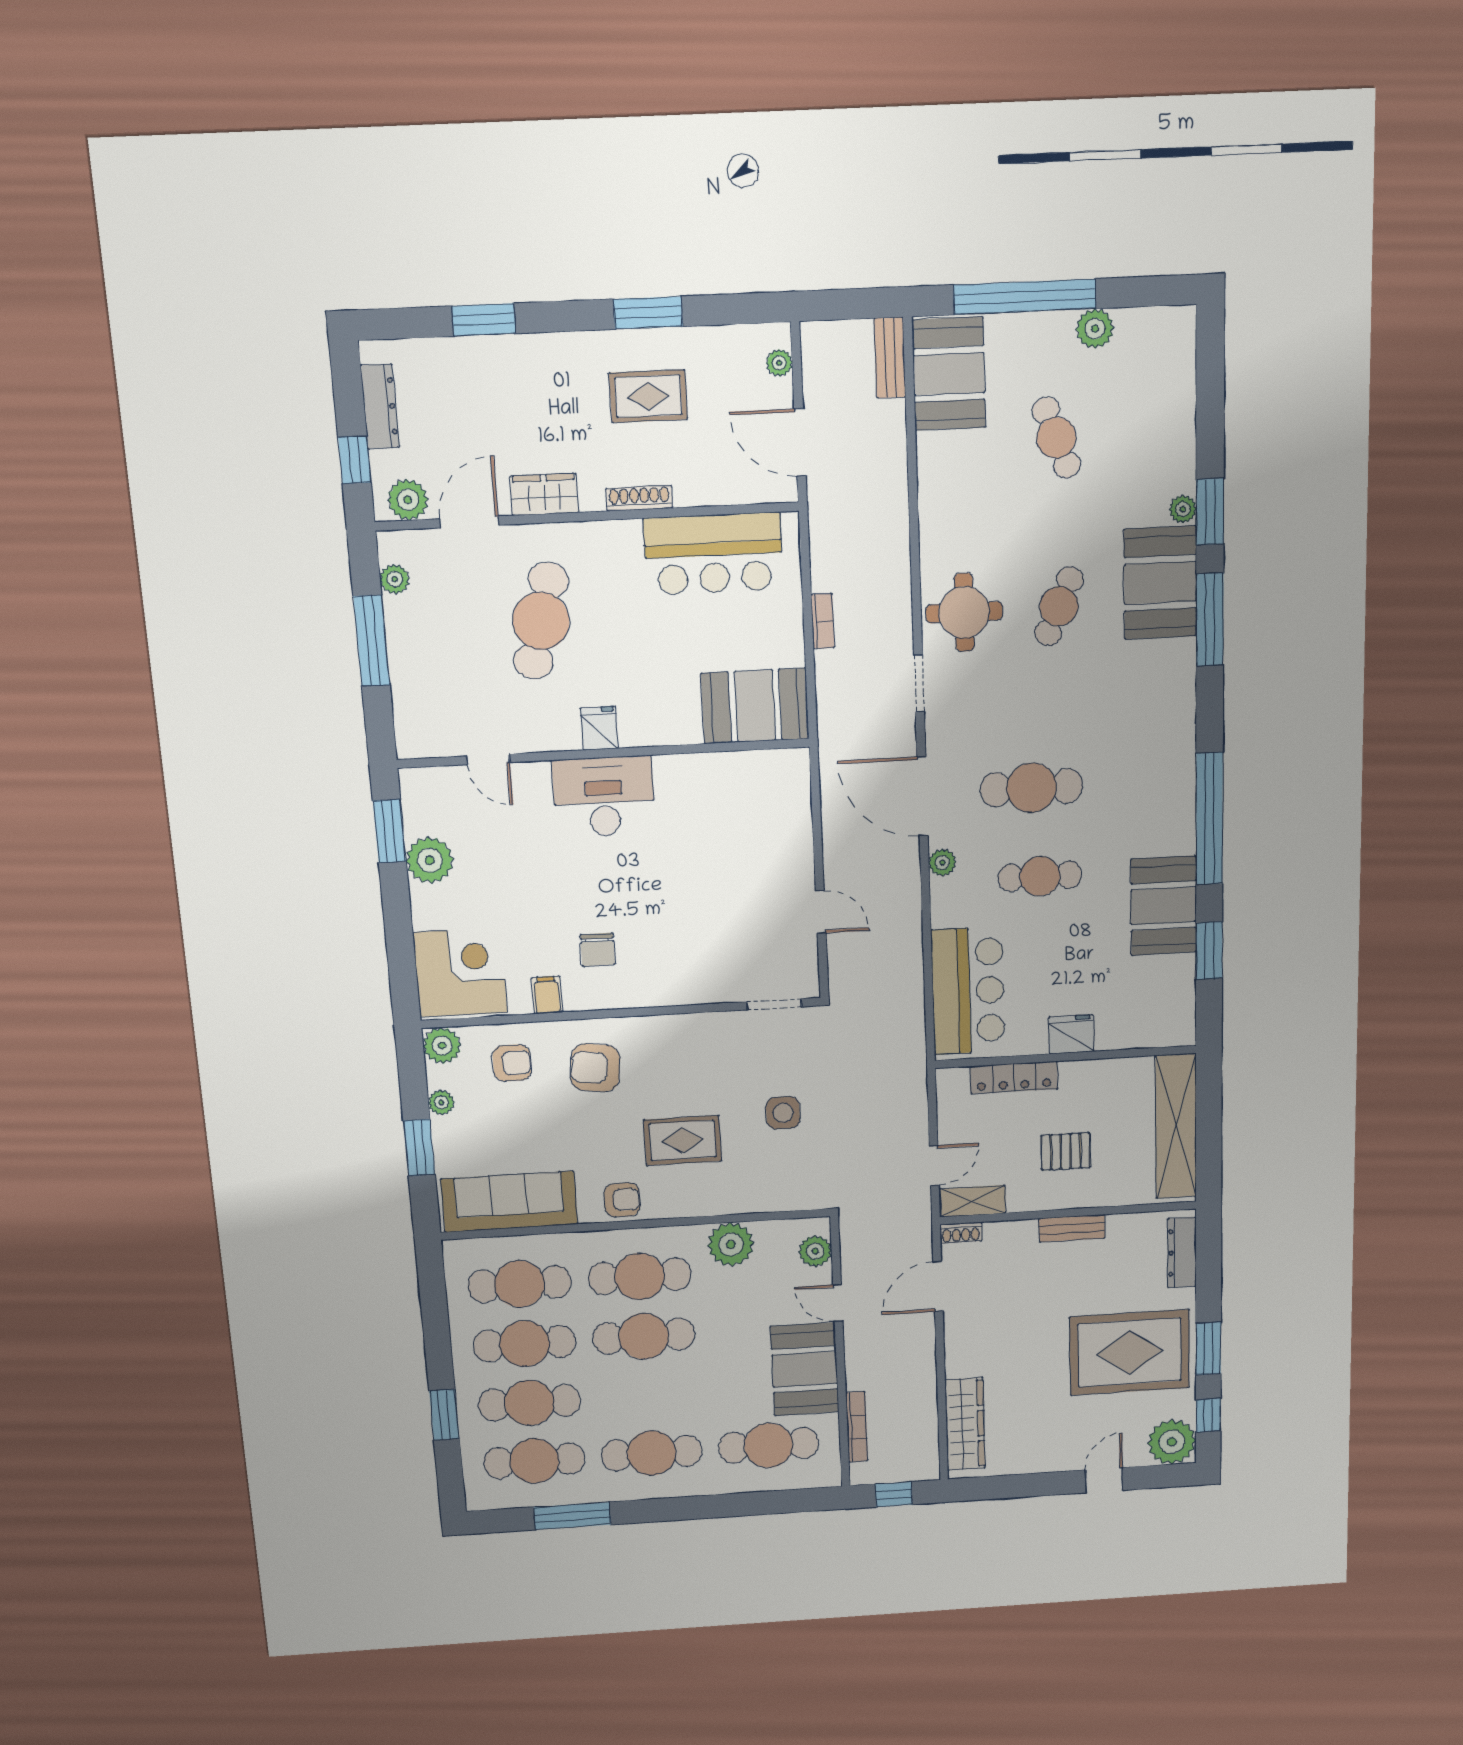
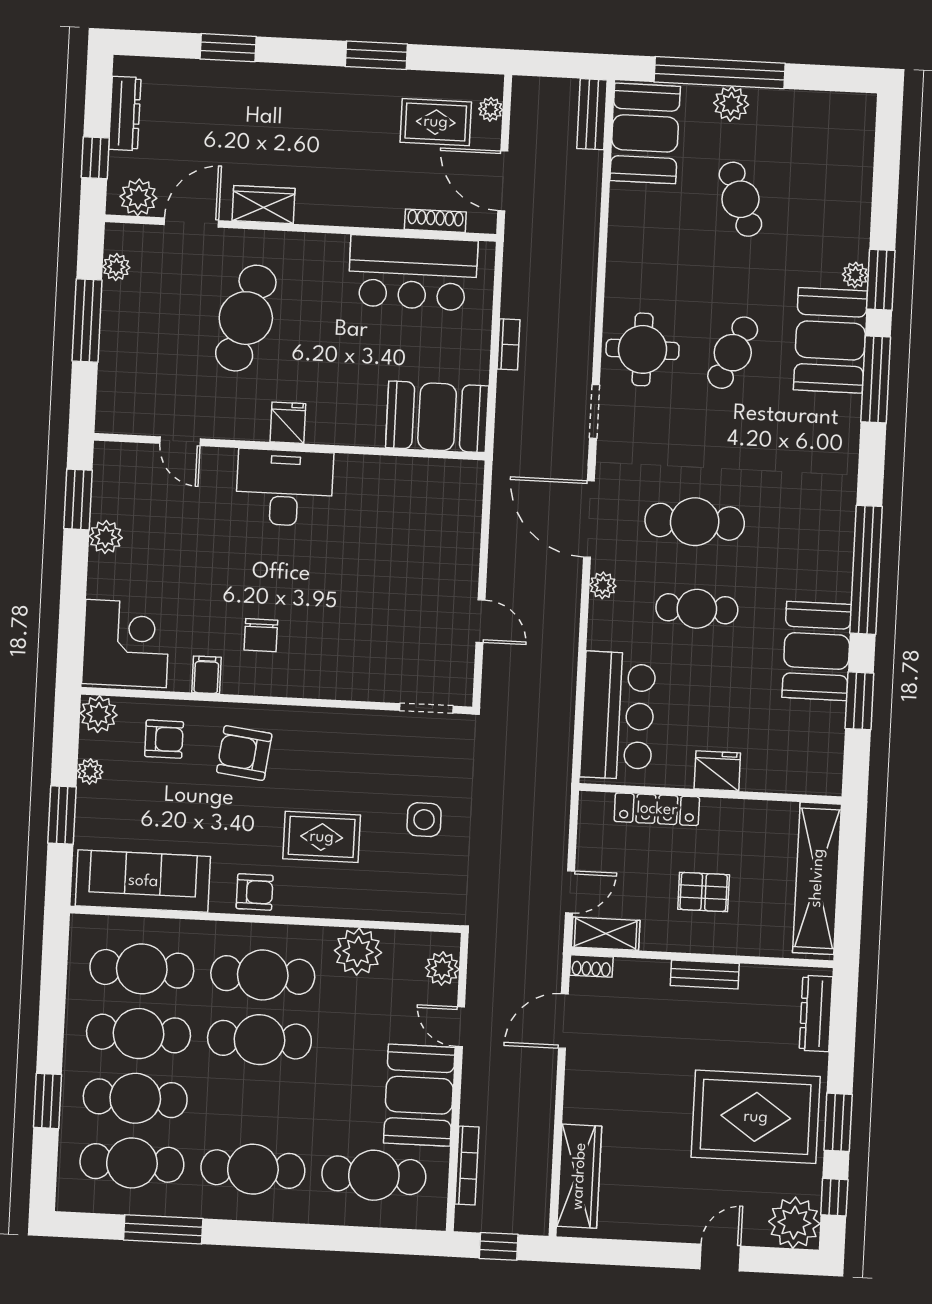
plant: (1095, 329) -> (731, 104), moved
rug: (648, 396) -> (436, 122), moved
shoe rack: (639, 498) -> (435, 221), moved
plant: (430, 860) -> (106, 537), width x0.73, depth x0.73

